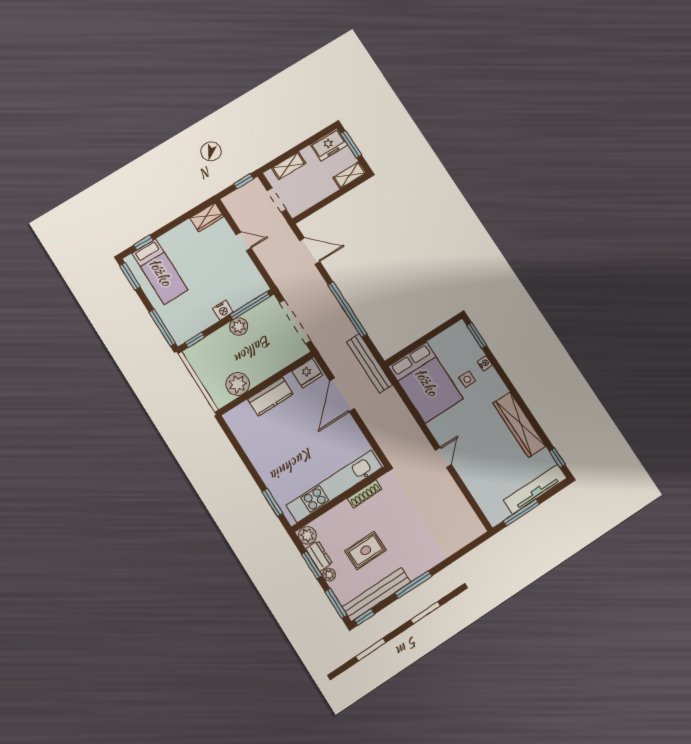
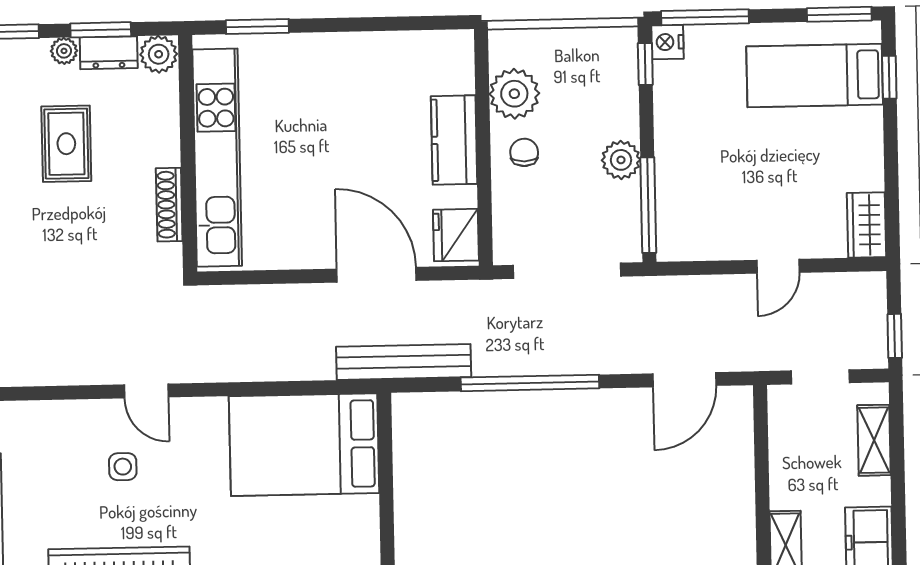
nightstand: (223, 310) -> (668, 42), moved
chair: (259, 366) -> (524, 152), added
side table: (467, 379) -> (123, 467), moved

